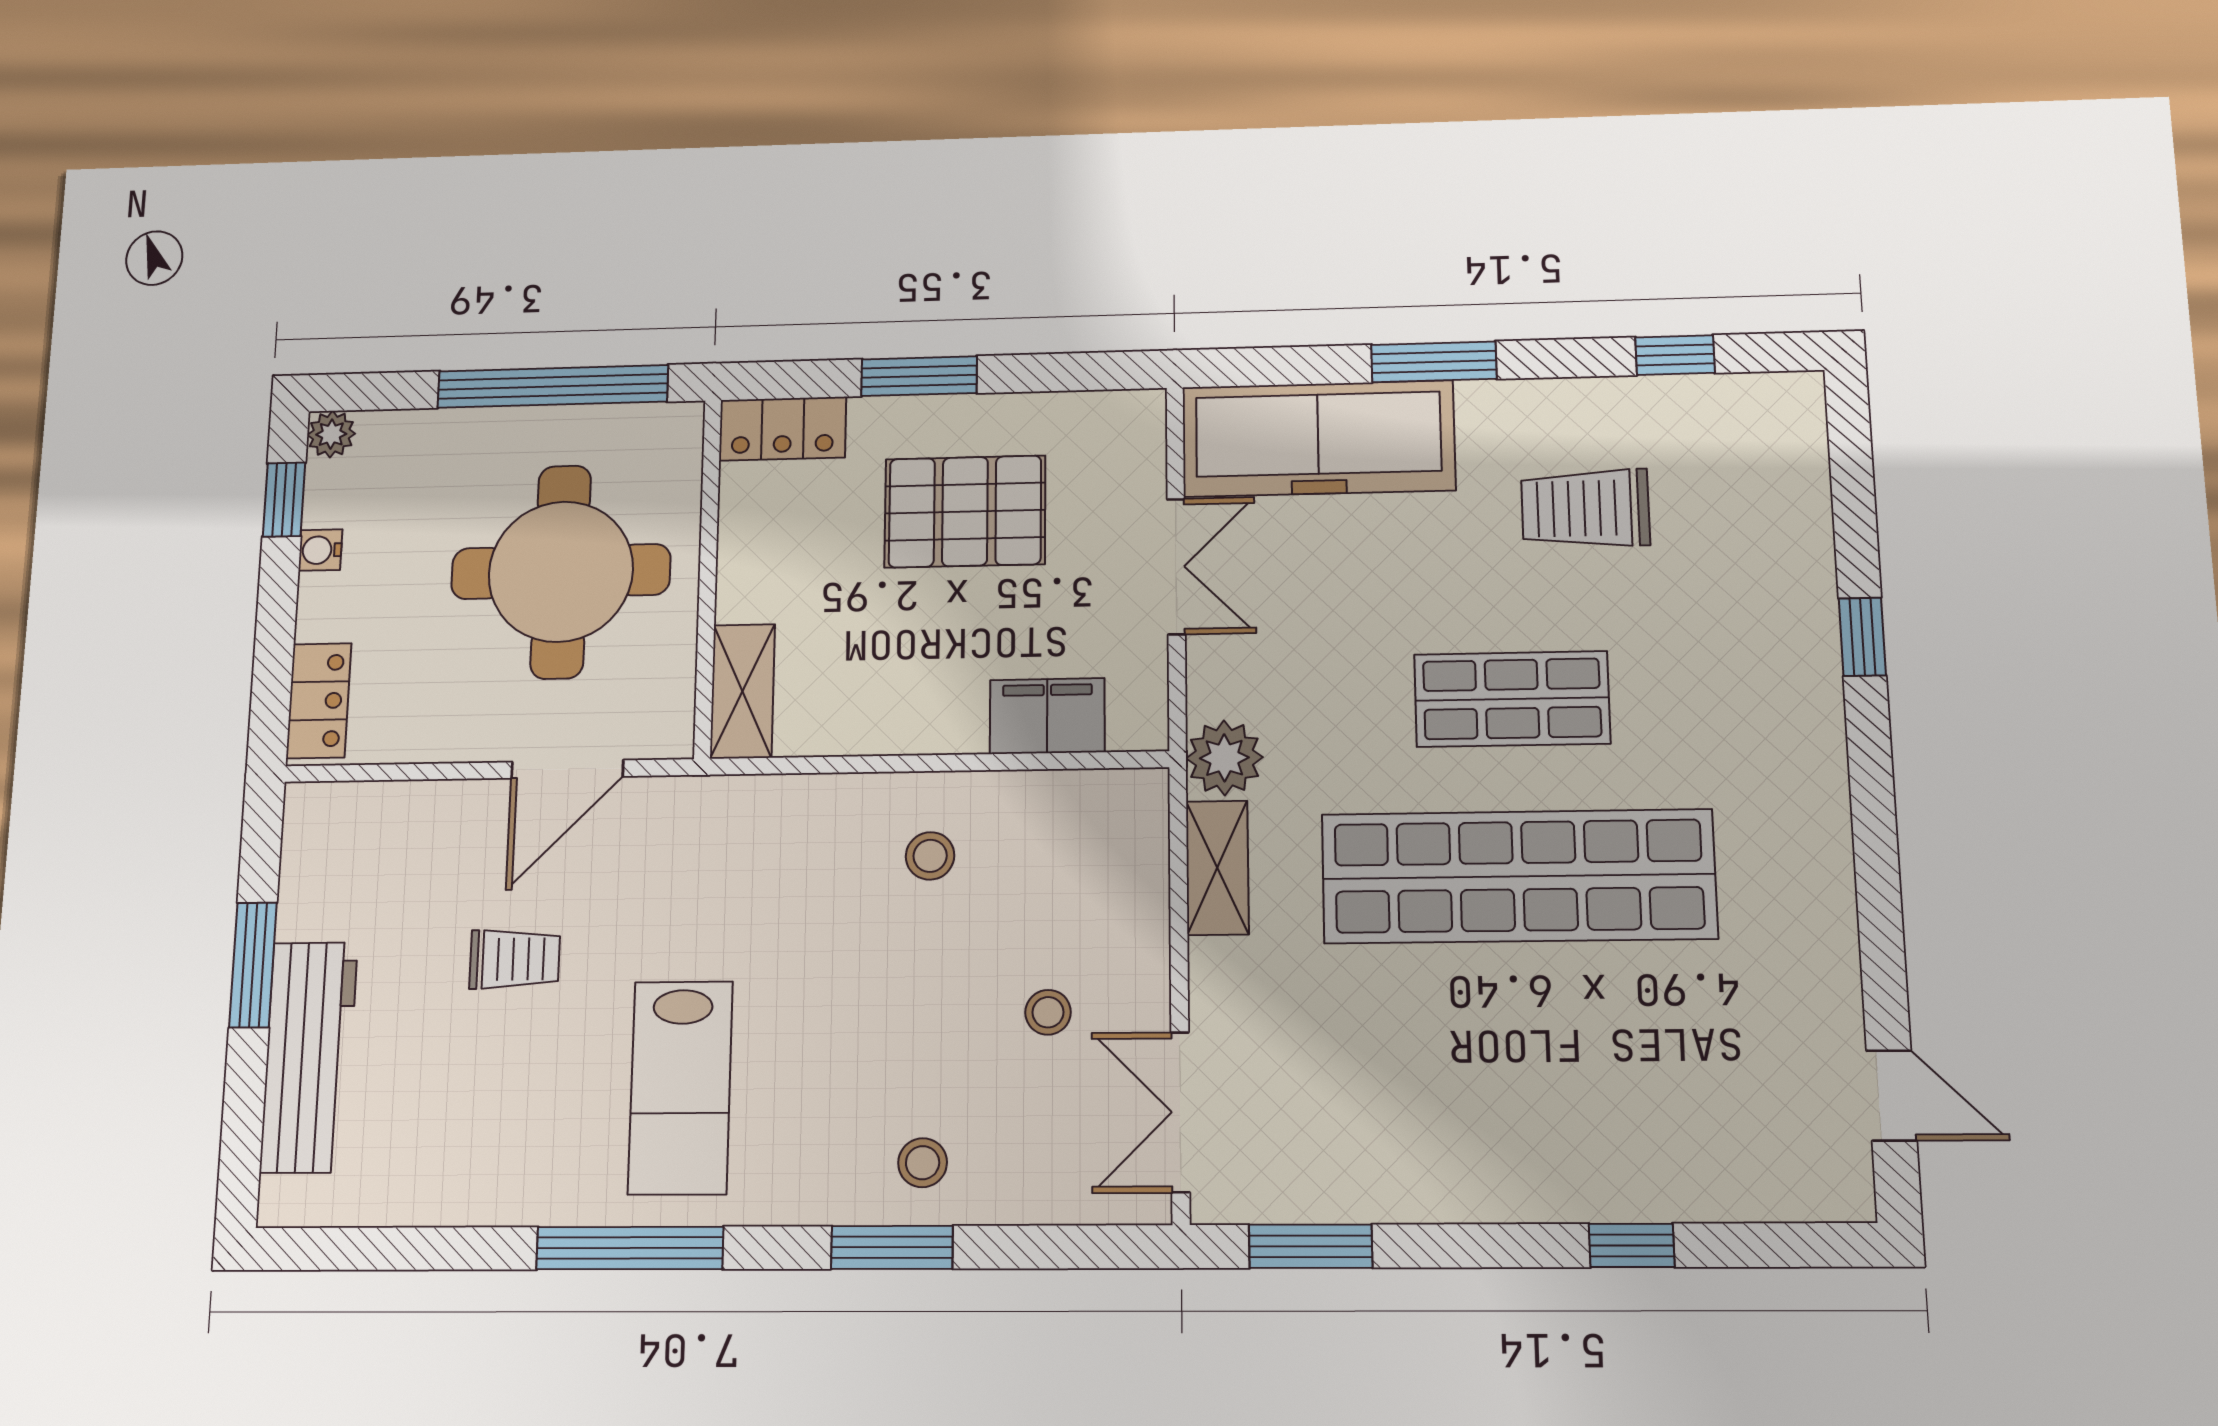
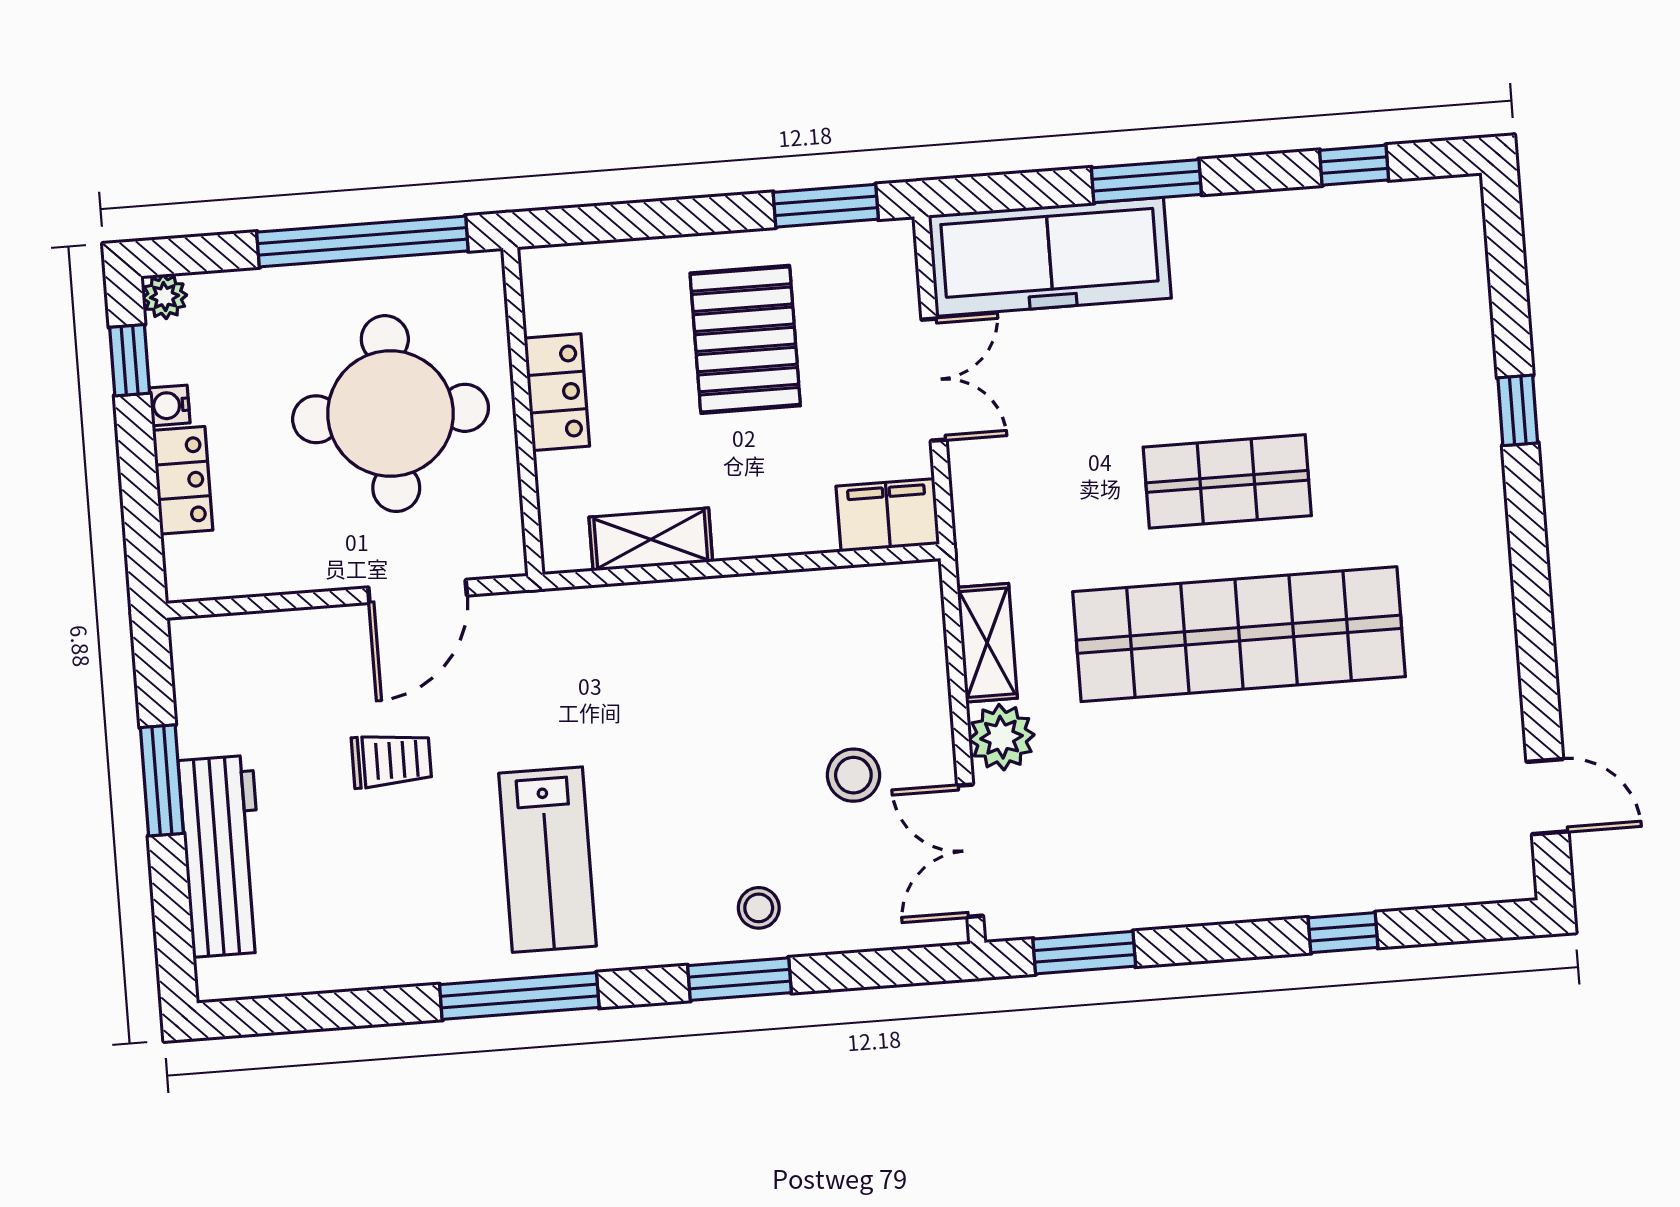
window: (919, 376) -> (826, 206), moved
locker: (783, 429) -> (557, 392), moved, turned -90
trolley: (1585, 508) -> (1282, 309), removed
pallet: (965, 511) -> (745, 339), turned 90
shelving: (743, 691) -> (651, 539), moved, turned 90
locker: (319, 701) -> (183, 480), moved
filing cabinet: (1047, 716) -> (888, 515), moved
plant: (1224, 758) -> (1001, 737), moved
stool: (930, 856) -> (742, 648), removed
stool: (1048, 1012) -> (853, 775), width x1.37, depth x1.37

